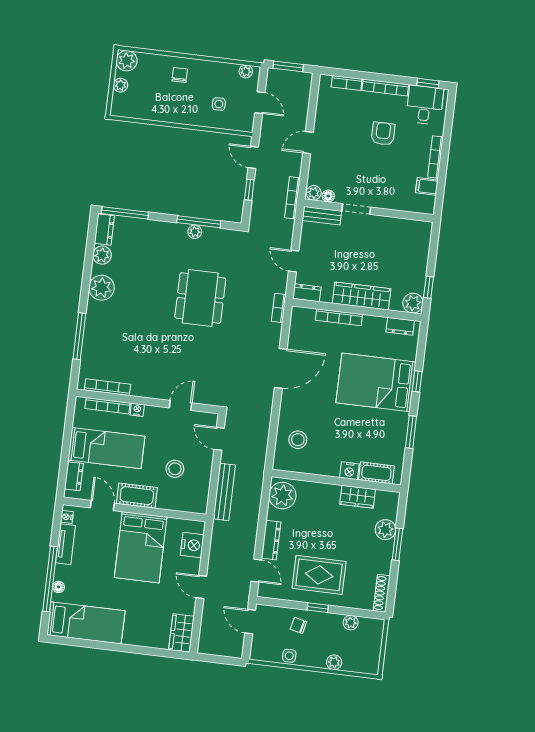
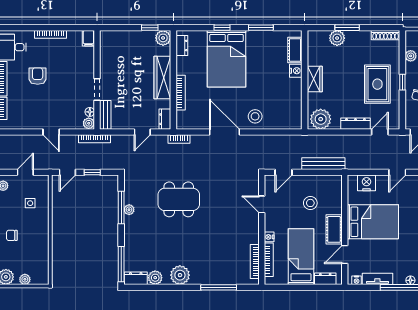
armchair: (383, 134) -> (38, 76), turned 90
filing cabinet: (427, 186) -> (88, 38), moved
stool: (298, 440) -> (255, 116), moved
wardrobe: (358, 497) -> (315, 79), moved

